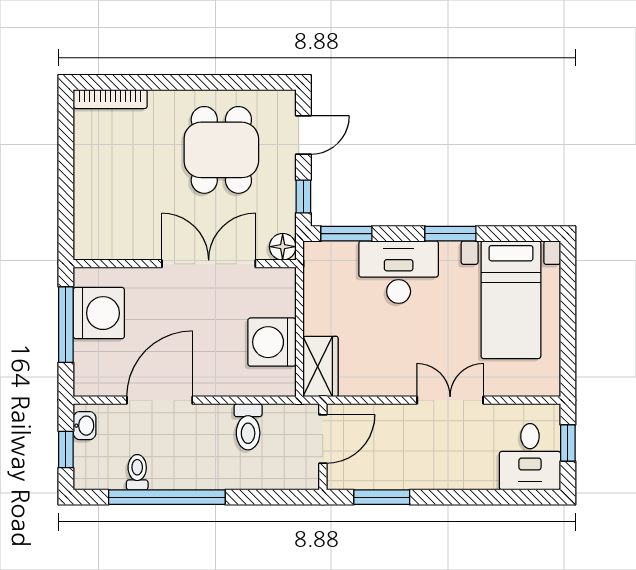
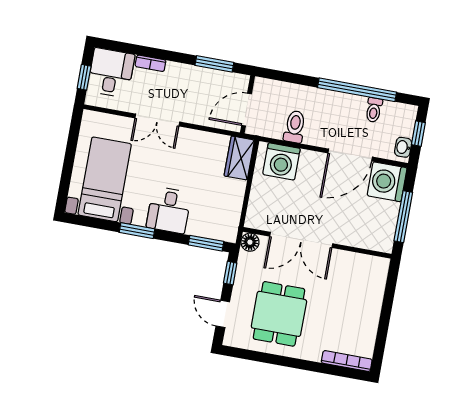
door: (303, 135) -> (223, 314), hinge flipped
desk: (399, 272) -> (169, 210), width x0.73
washing machine: (99, 313) -> (387, 182), moved
washing machine: (272, 342) -> (281, 161), moved, turned 90
bookcase: (475, 481) -> (150, 63), added

